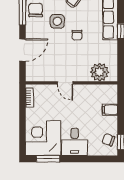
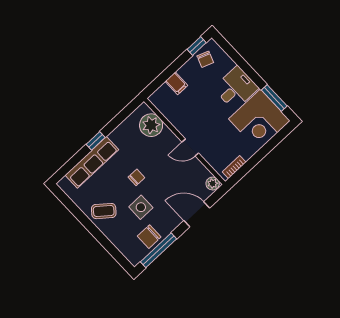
plant: (32, 76) -> (213, 184), added
door: (65, 83) -> (190, 147), swing flipped

